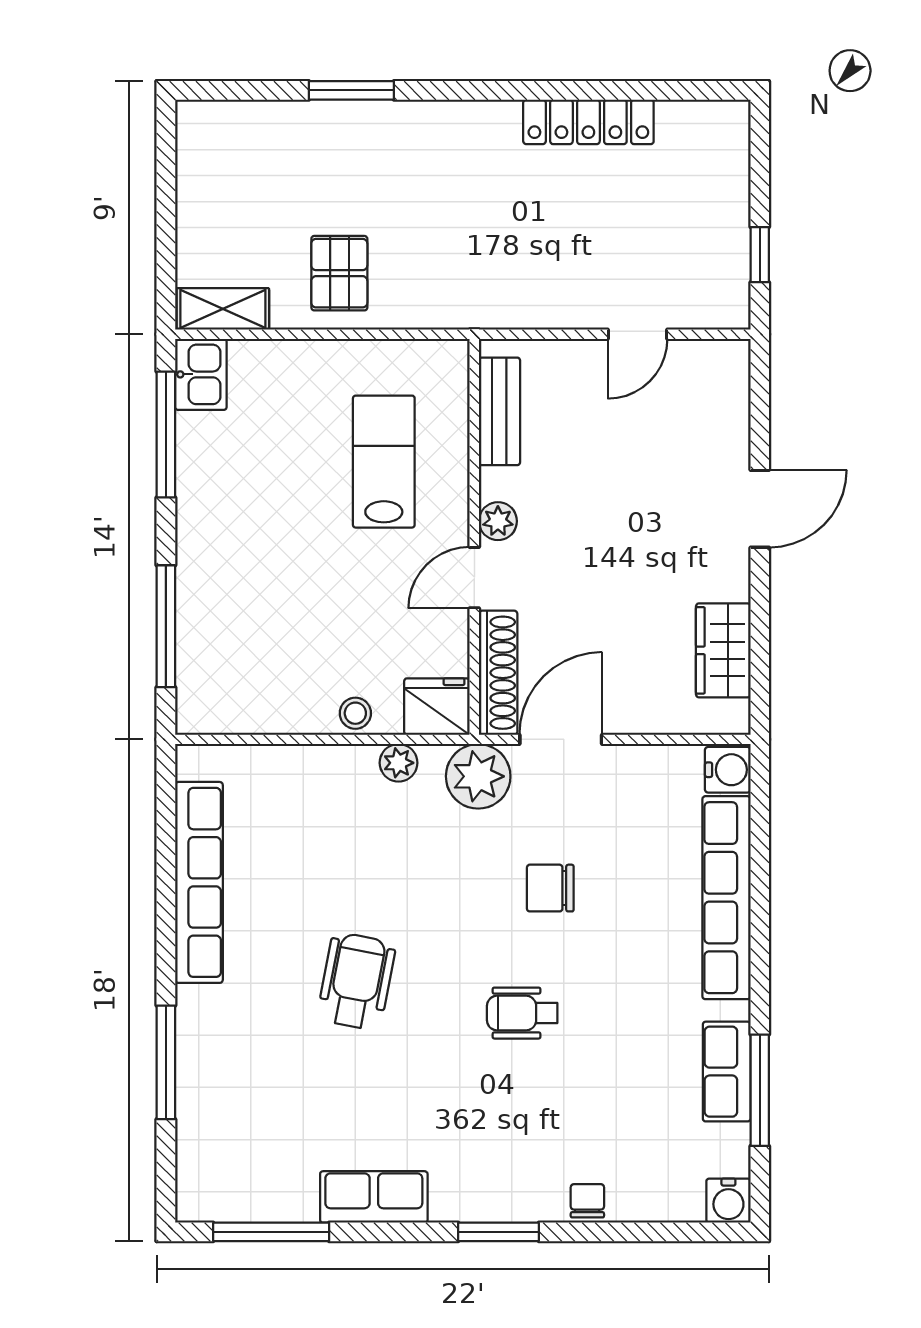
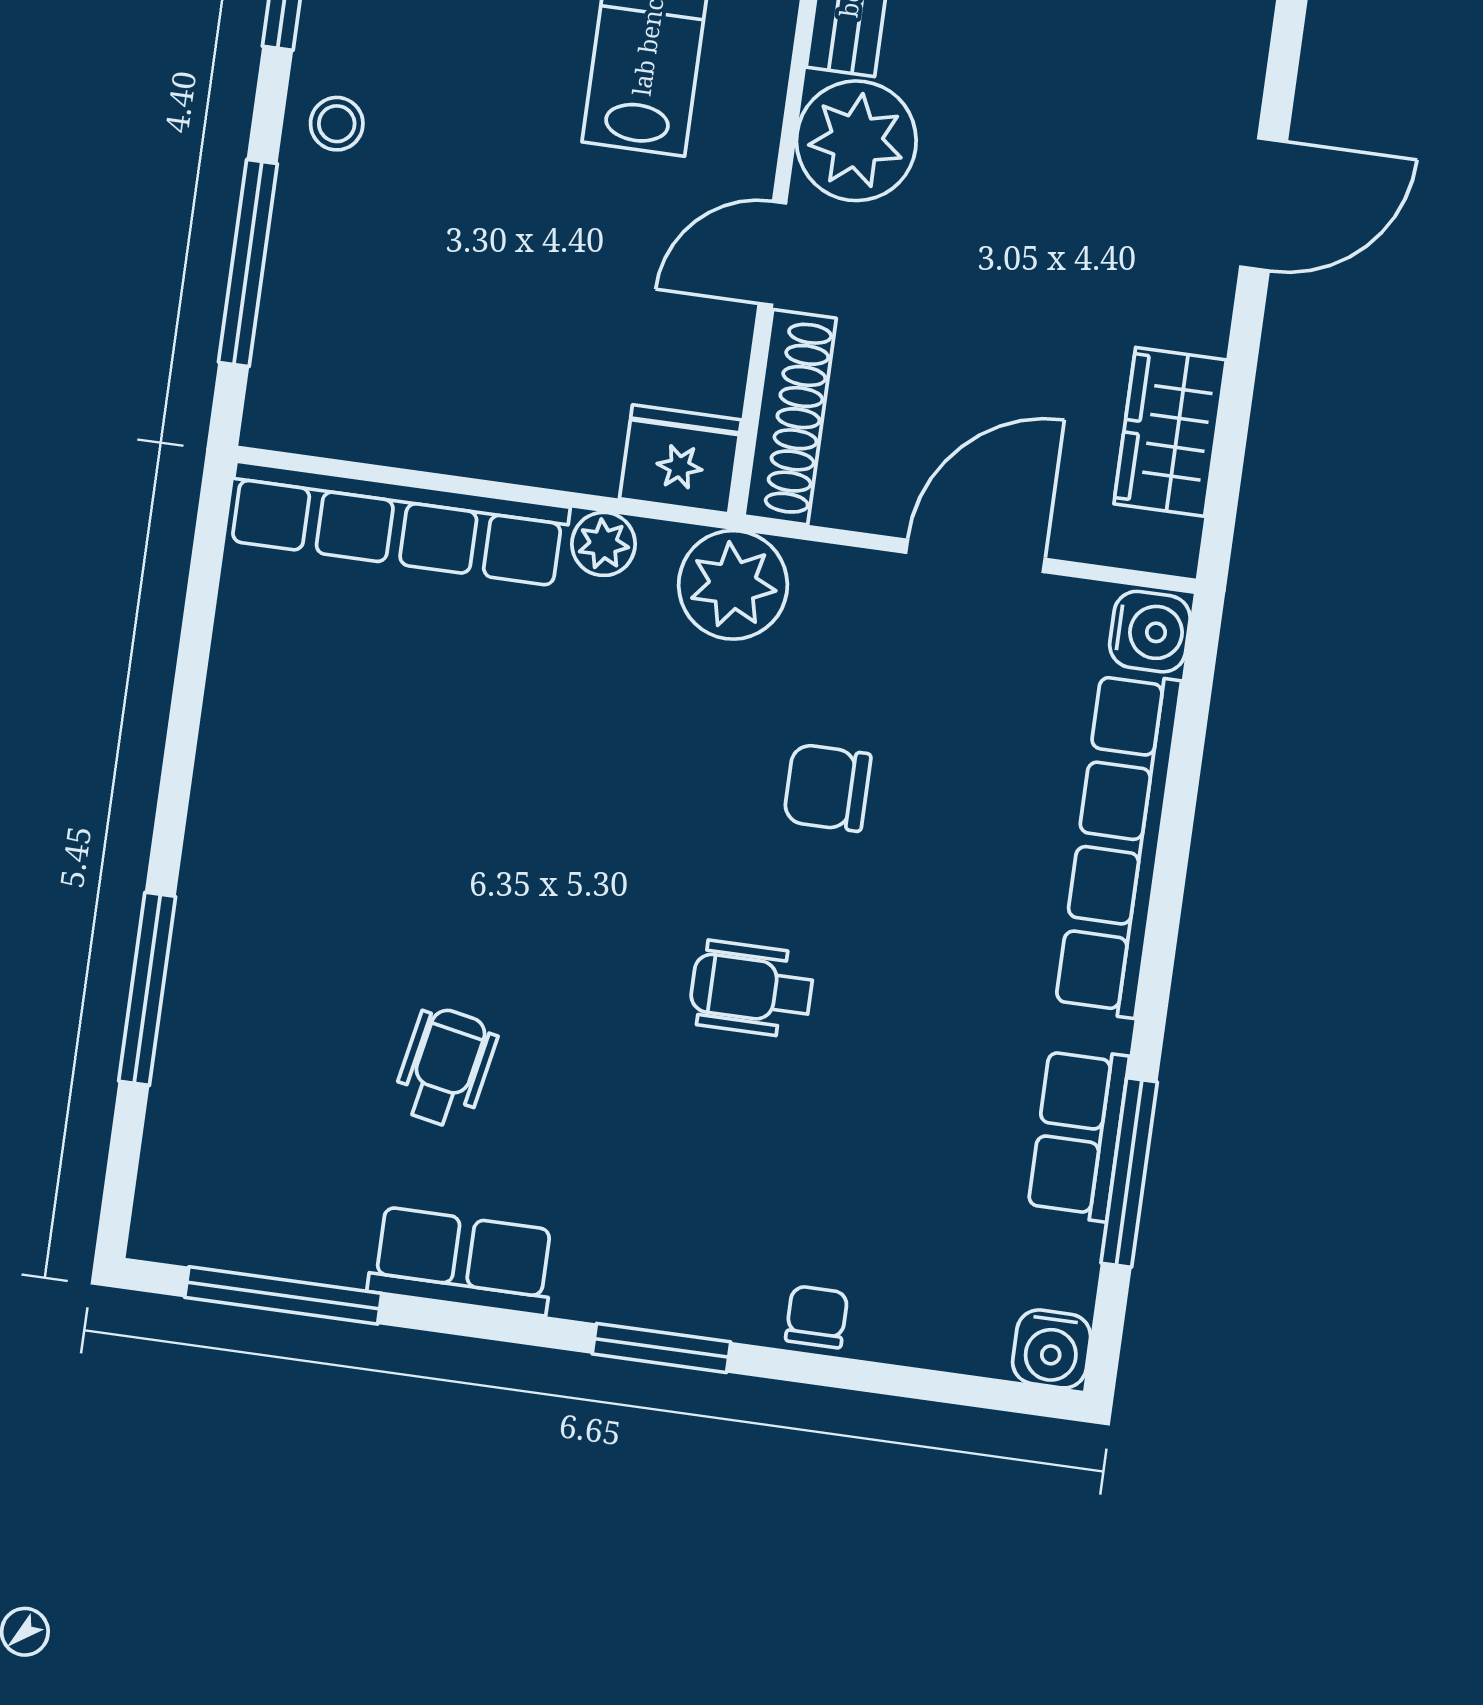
plant: (498, 521) -> (856, 141), width x1.88, depth x1.88
stool: (355, 713) -> (337, 124), moved
door: (561, 739) -> (975, 556), moved
row of seats: (199, 882) -> (398, 524), moved, turned 90
wheelchair: (356, 981) -> (445, 1067), moved, width x0.73, depth x0.73

